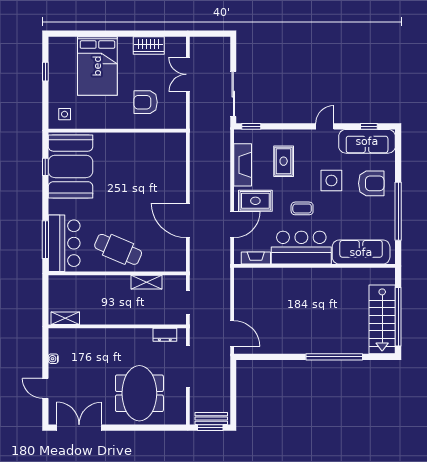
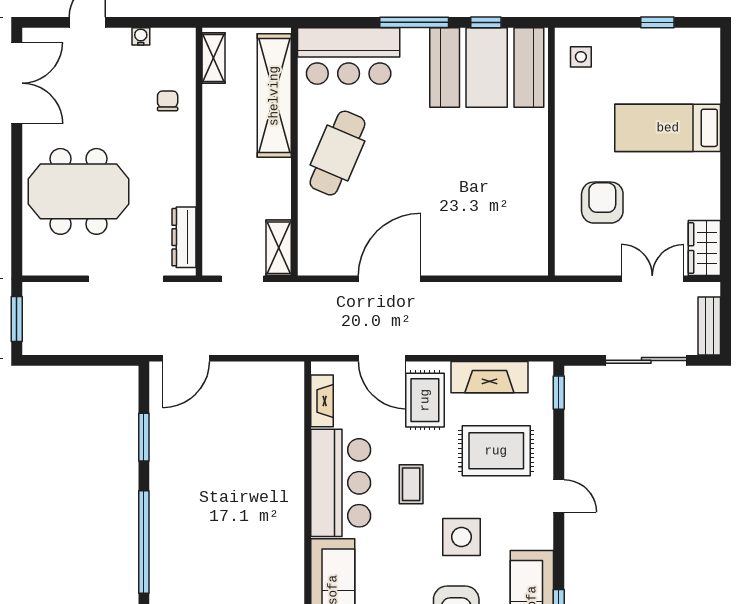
wardrobe: (149, 45) -> (704, 248), moved
bed: (97, 66) -> (668, 128), width x0.67
sliding door: (233, 94) -> (646, 360), moved
door: (325, 126) -> (559, 496), moved
rug: (284, 161) -> (496, 451), width x1.36, depth x1.43
window: (45, 240) -> (414, 22), moved
shelving: (147, 282) -> (279, 248), moved
shelving: (86, 284) -> (274, 96), added
dresser: (165, 335) -> (184, 237), width x1.44
chair: (89, 344) -> (168, 101), added
window: (276, 357) -> (144, 437), added
bench: (211, 418) -> (709, 326), moved

